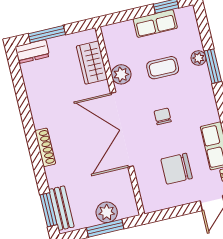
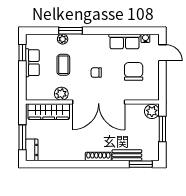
wardrobe: (92, 63) -> (49, 112), width x1.50
chair: (177, 169) -> (134, 71), turned 180
bench: (61, 208) -> (127, 155), moved
plant: (107, 212) -> (152, 111), moved

